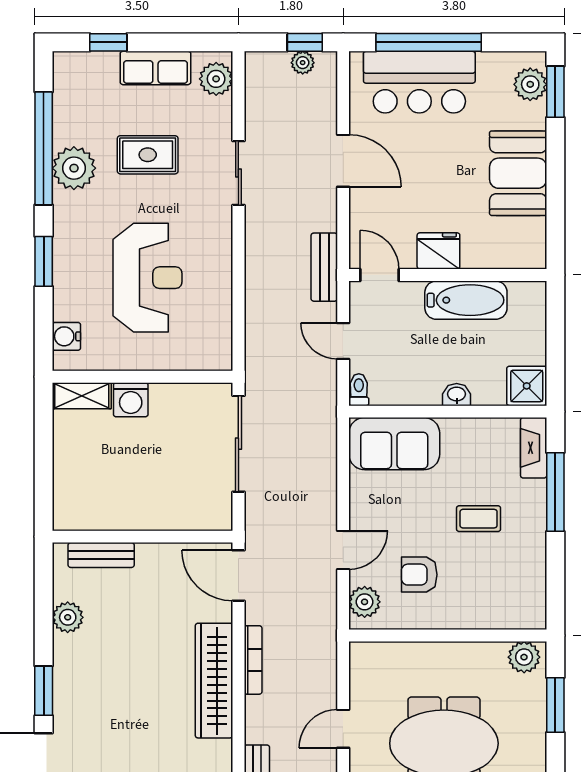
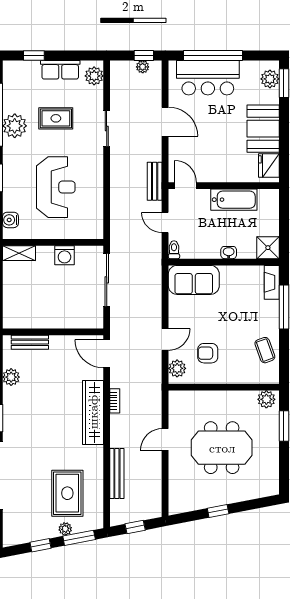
fridge: (438, 251) -> (269, 166), moved, turned -90
washing machine: (131, 400) -> (64, 255), moved
coffee table: (479, 519) -> (265, 350), moved, turned 70
bookcase: (253, 660) -> (115, 401), width x0.64

